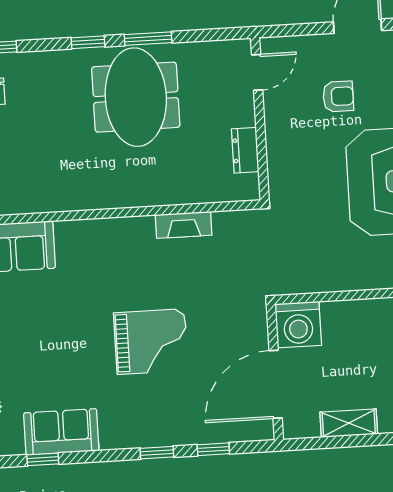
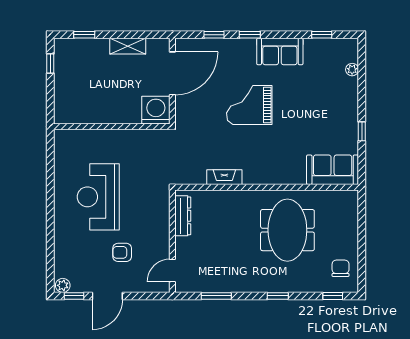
window: (148, 39) -> (216, 296), moved
meeting table: (136, 97) -> (287, 230), moved
dresser: (245, 150) -> (183, 216), width x1.44
sofa: (61, 432) -> (280, 51), moved

